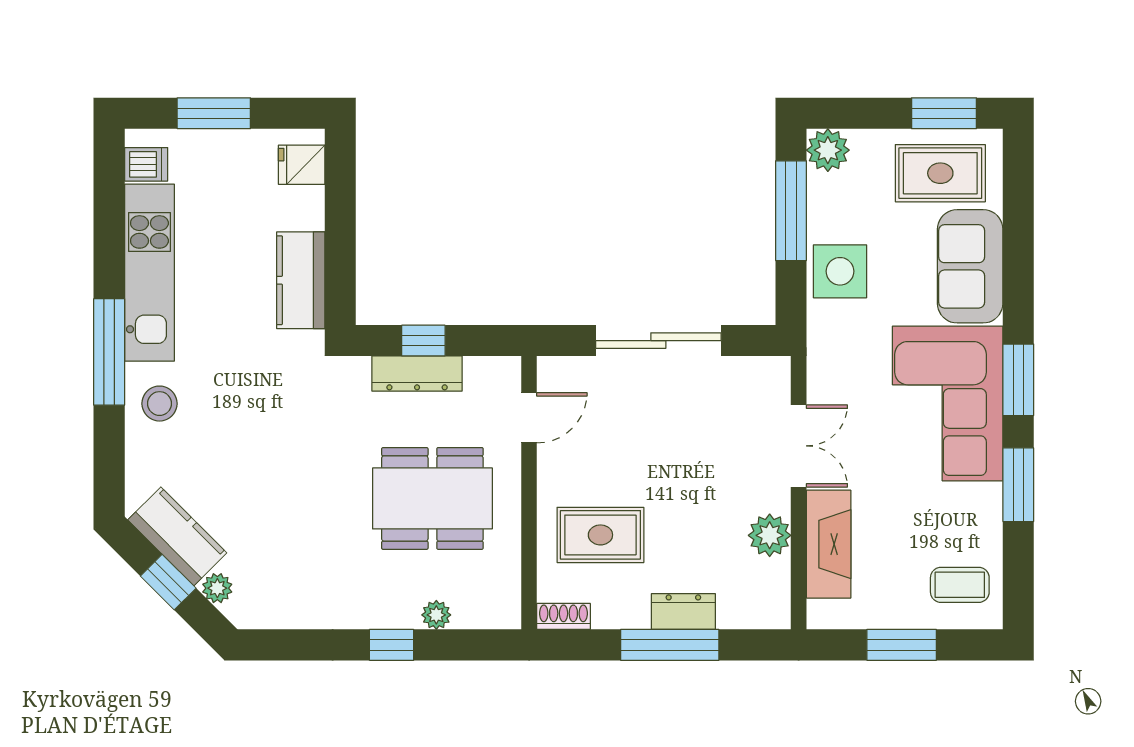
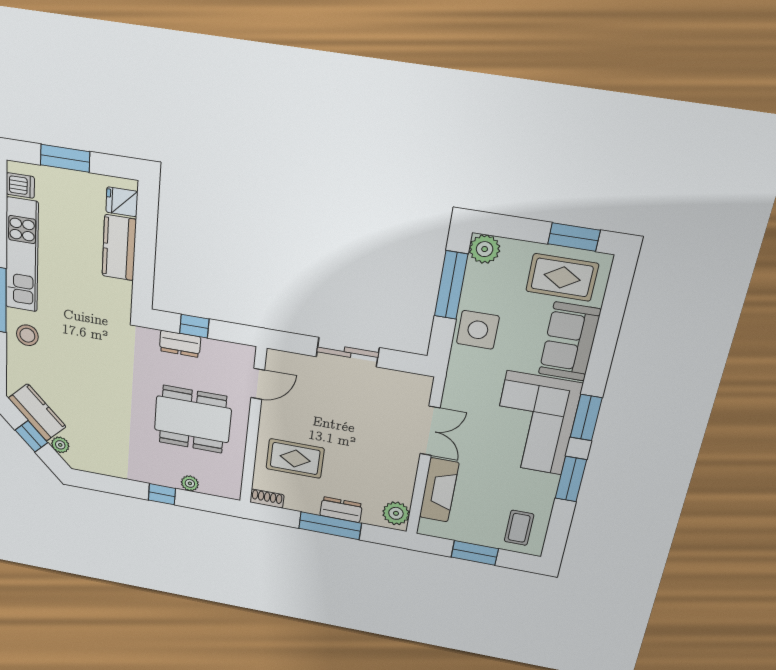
kitchen counter: (301, 280) -> (119, 248), moved
sliding door: (658, 341) -> (348, 352), width x0.73
dresser: (417, 374) -> (180, 344), width x0.70
plant: (770, 535) -> (396, 513), moved
coffee table: (960, 585) -> (519, 528), turned 90

